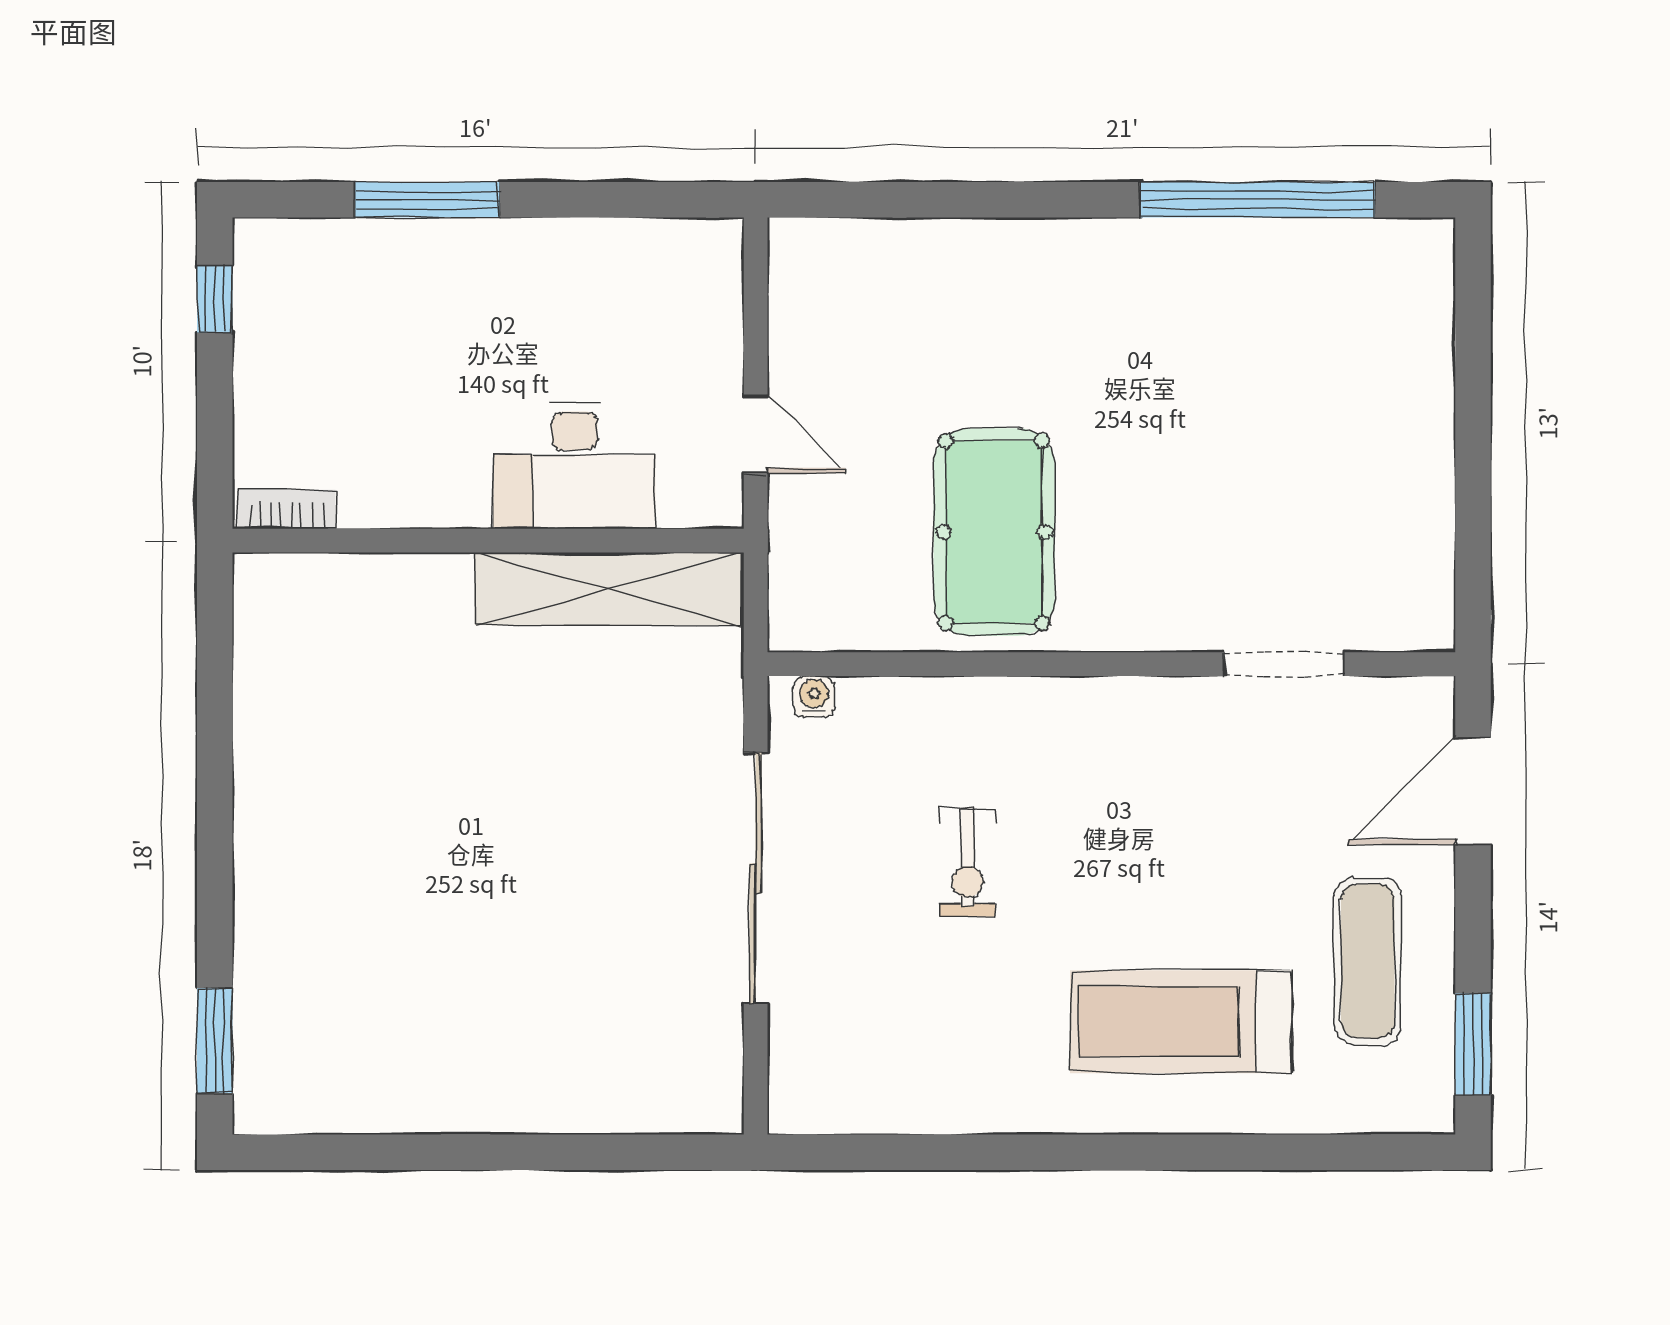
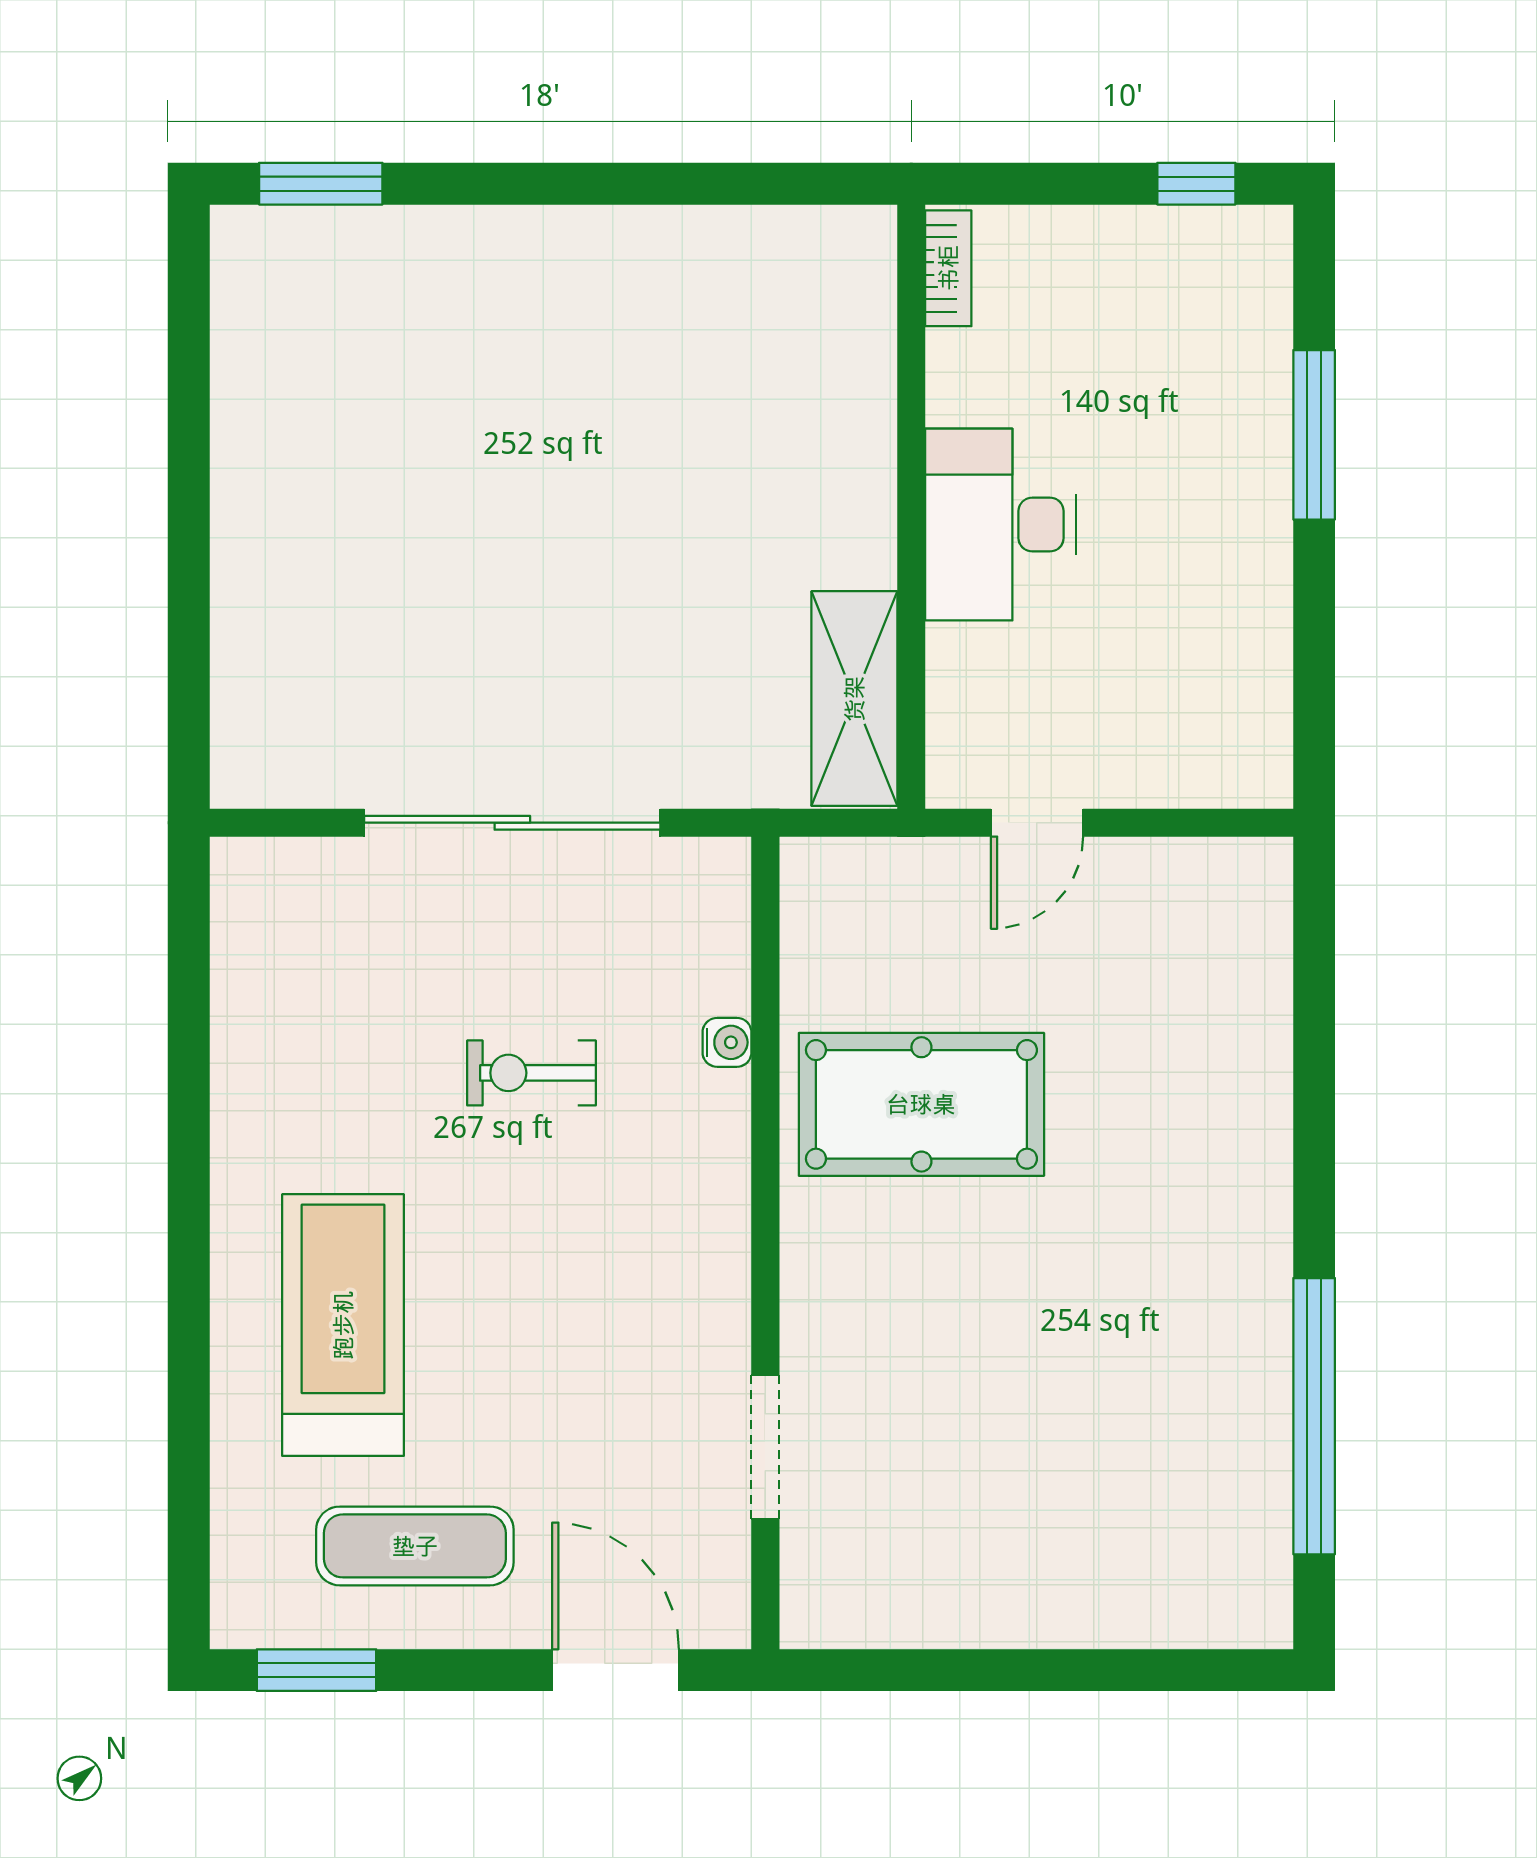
desk: (575, 465) -> (1000, 525), moved
shelving: (608, 589) -> (854, 699), width x0.68
water cooler: (814, 697) -> (727, 1042), moved

